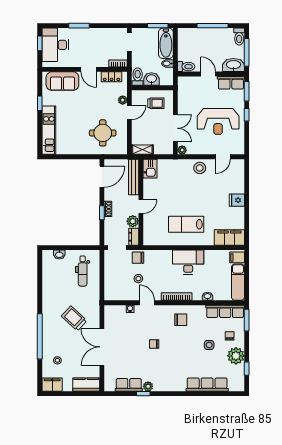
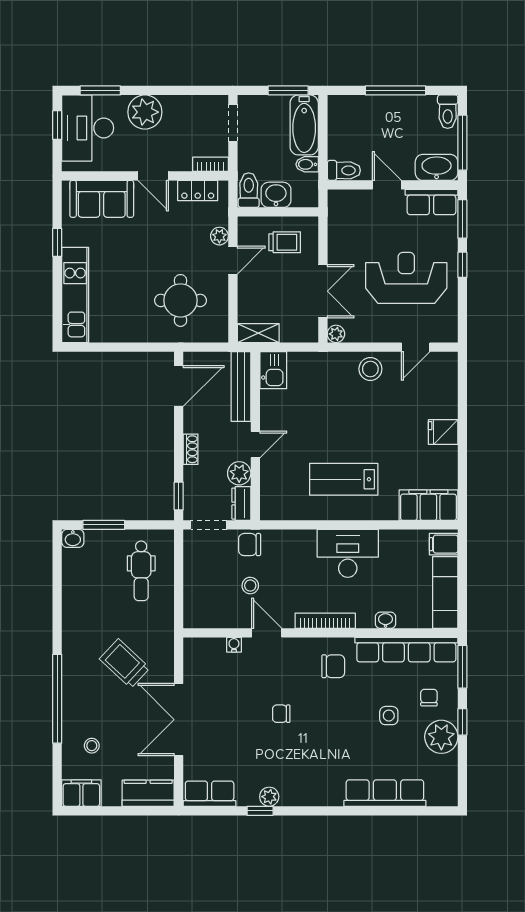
window: (79, 26) -> (100, 90), moved
plant: (85, 37) -> (145, 112), added
reception desk: (218, 121) -> (406, 278), turned 180
window: (102, 213) -> (179, 496), moved
window: (64, 248) -> (104, 525), added
washbasin: (59, 254) -> (73, 538), moved
row of seats: (225, 311) -> (406, 650), width x1.36
window: (247, 369) -> (462, 722), moved
row of seats: (129, 385) -> (210, 794), moved

